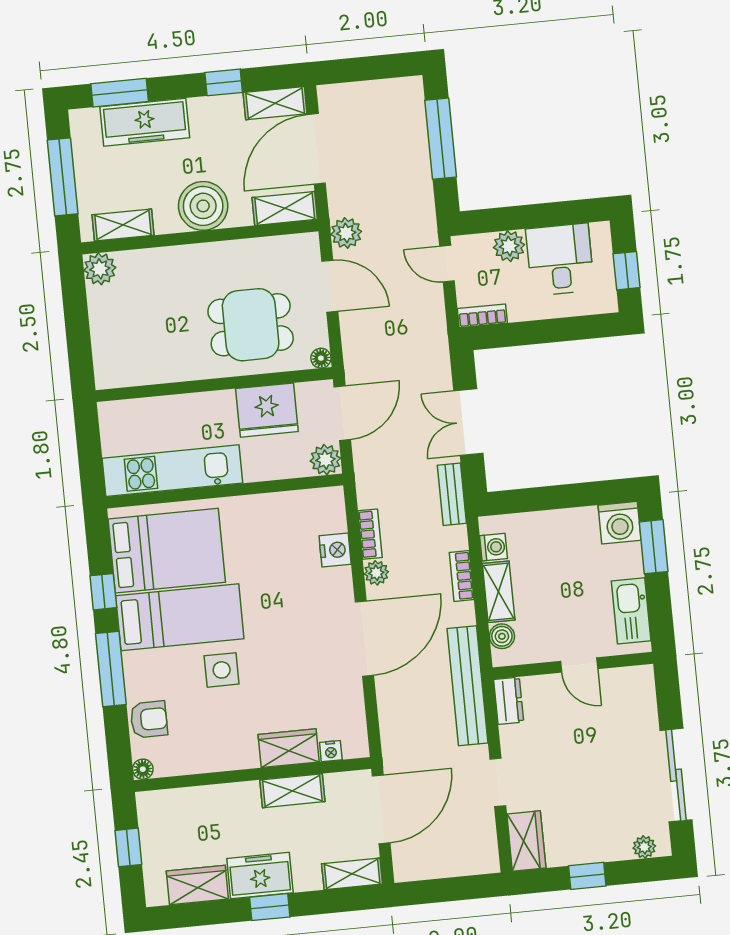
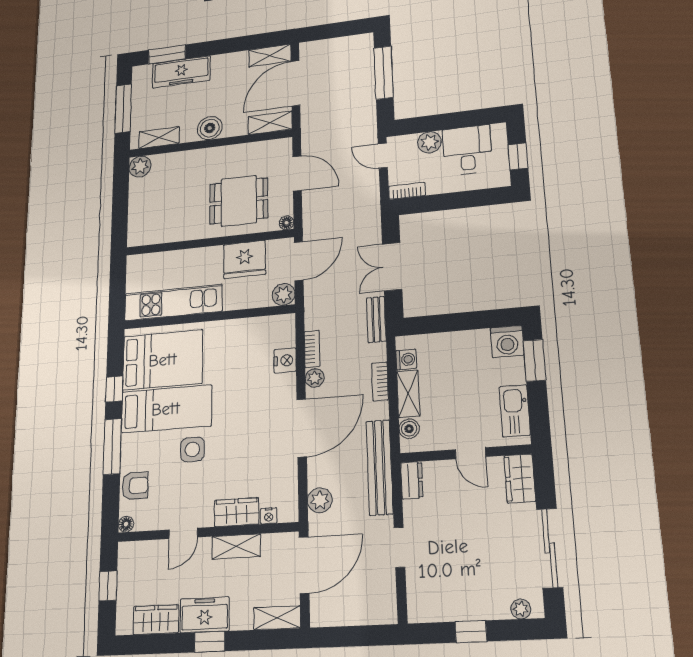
window: (224, 82) -> (236, 44), removed
boiler: (203, 206) -> (210, 128), width x0.73, depth x0.73
plant: (346, 233) -> (320, 500), moved
door: (221, 778) -> (183, 533), added
wardrobe: (526, 841) -> (520, 478), moved, turned 180

